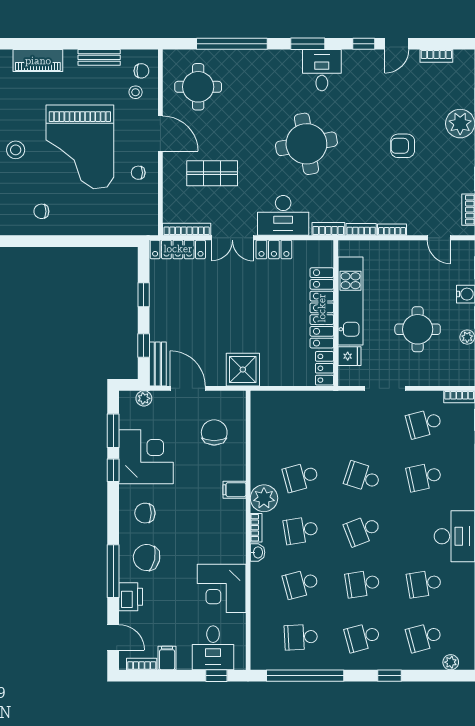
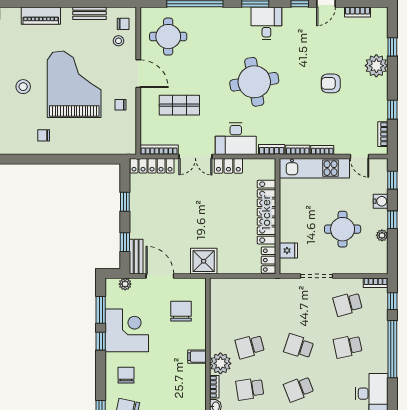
grand piano: (80, 147) -> (74, 84), turned 180
kitchen unit: (350, 301) -> (314, 168), moved, turned 90
chair: (145, 513) -> (126, 375), turned 90

